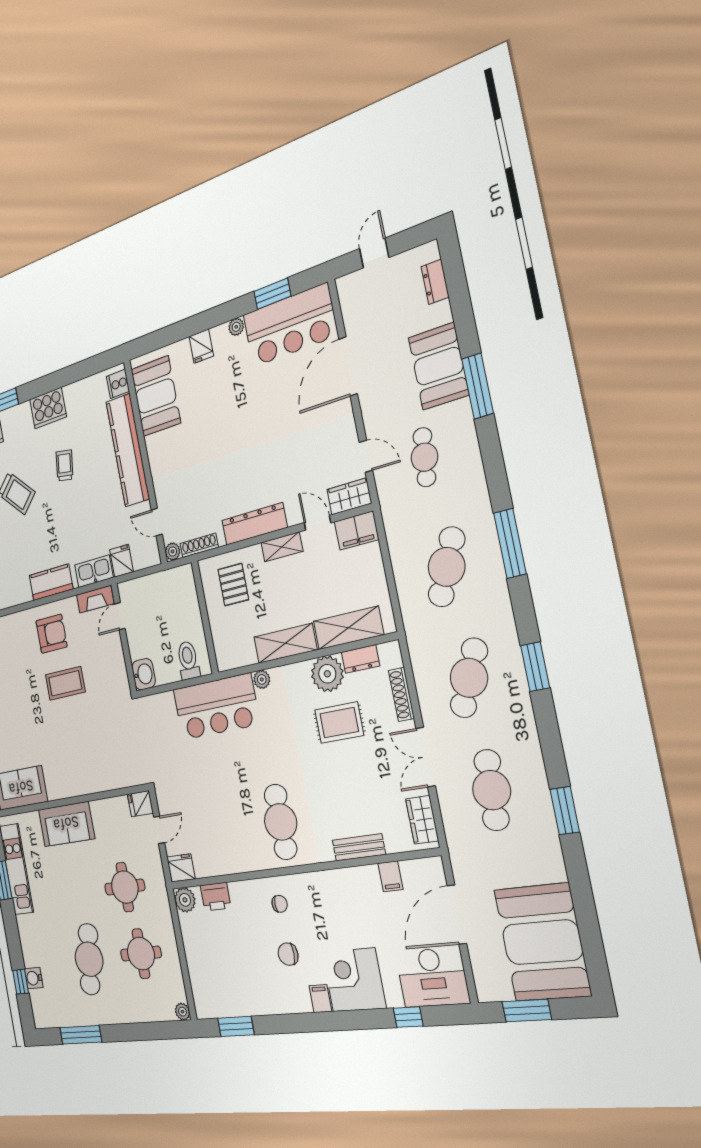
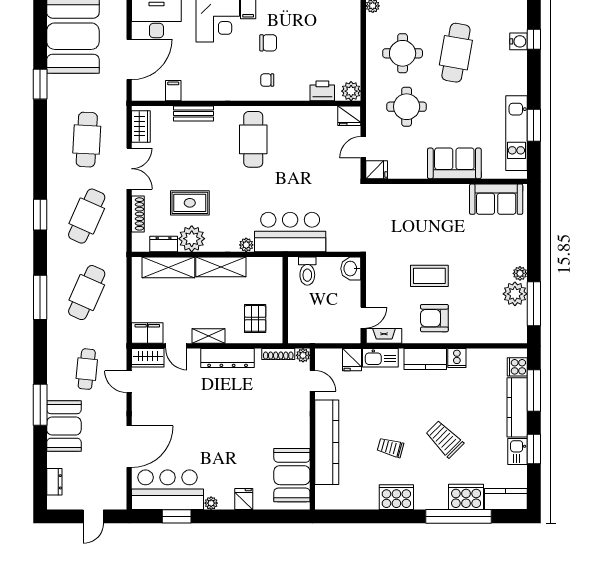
cooker: (118, 384) -> (457, 358), moved, turned 90
trolley: (64, 465) -> (390, 448), turned 96
window: (565, 811) -> (40, 84), moved

